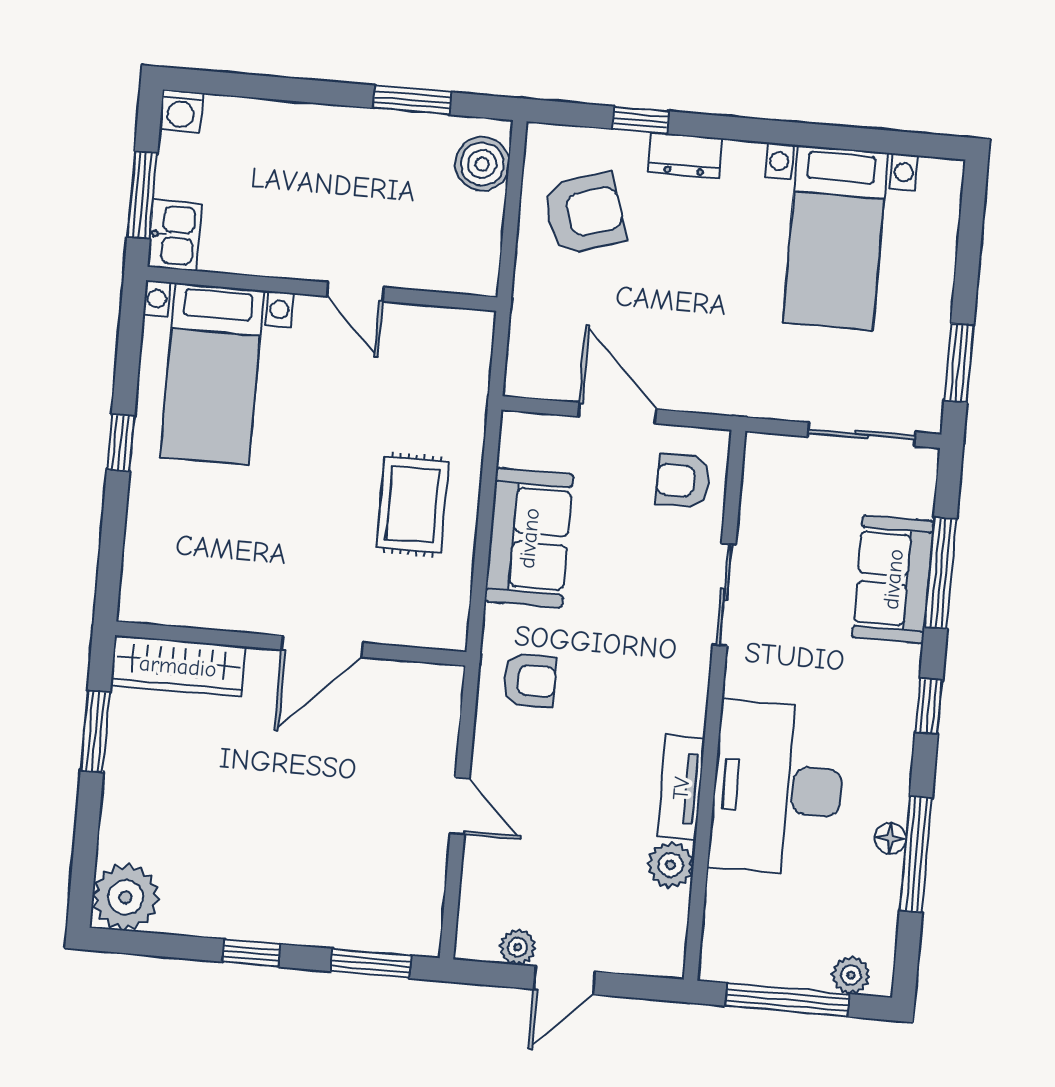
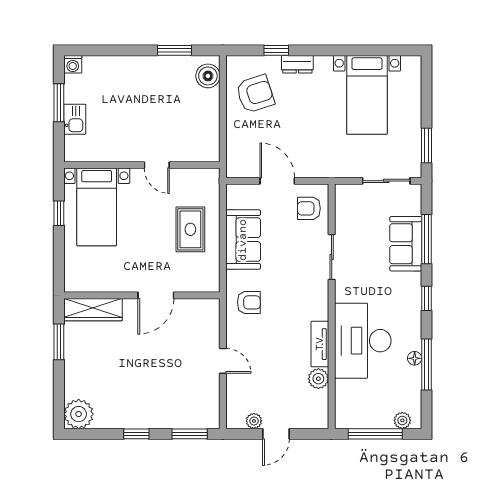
wall: (322, 289) -> (142, 165), moved
door: (355, 292) -> (157, 165), moved
bed with nightstands: (212, 374) -> (97, 207), moved

